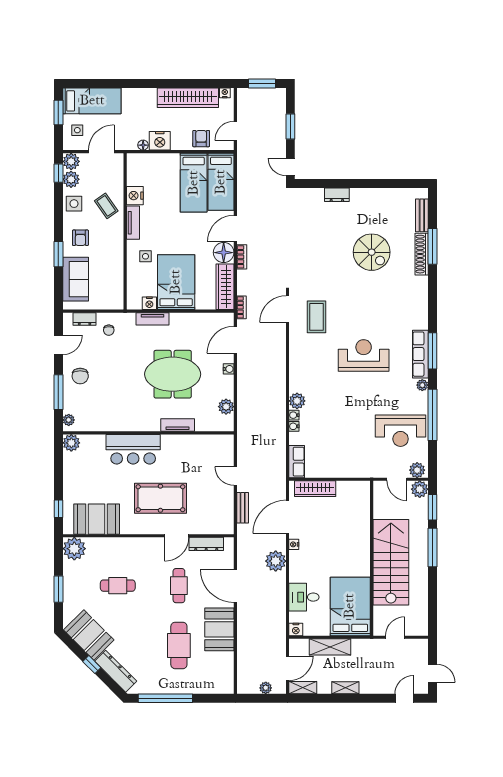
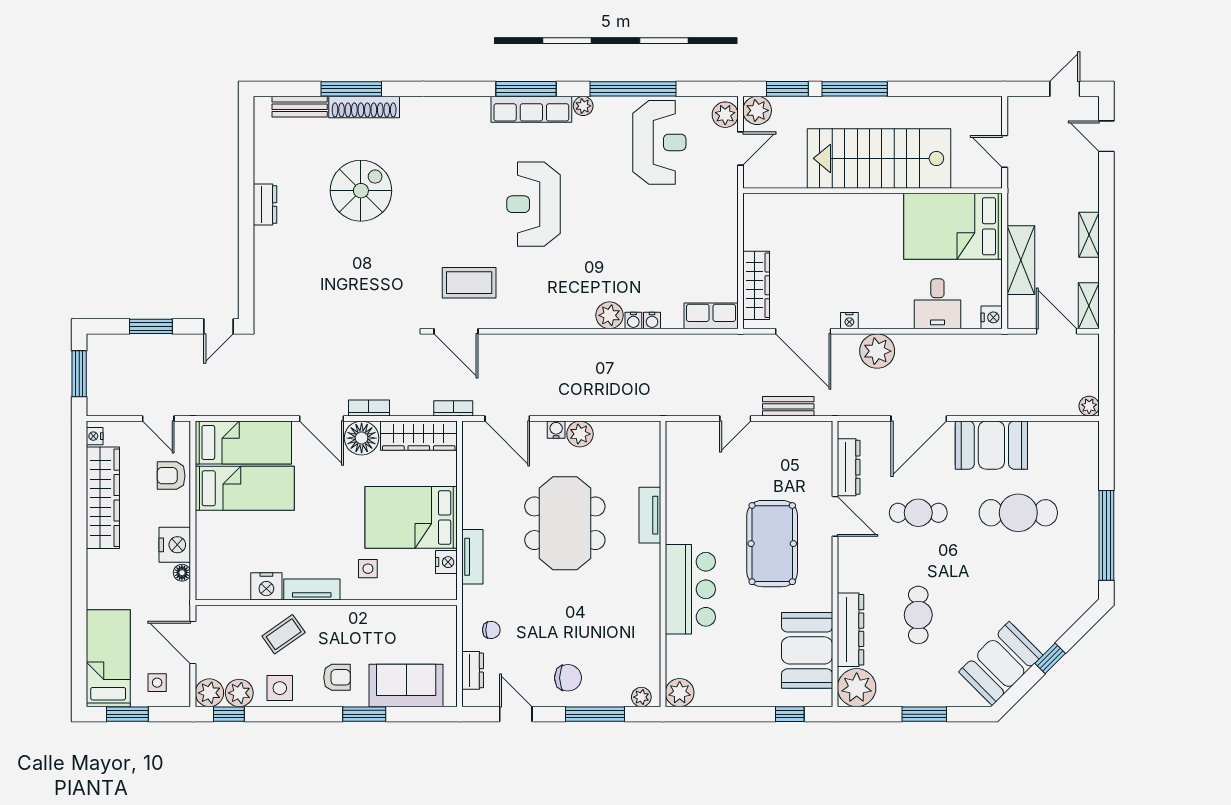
dresser: (337, 195) -> (265, 204), moved
plant: (226, 407) -> (580, 434), moved
dresser: (116, 671) -> (851, 630), moved, turned 135
plant: (266, 688) -> (1089, 406), moved

